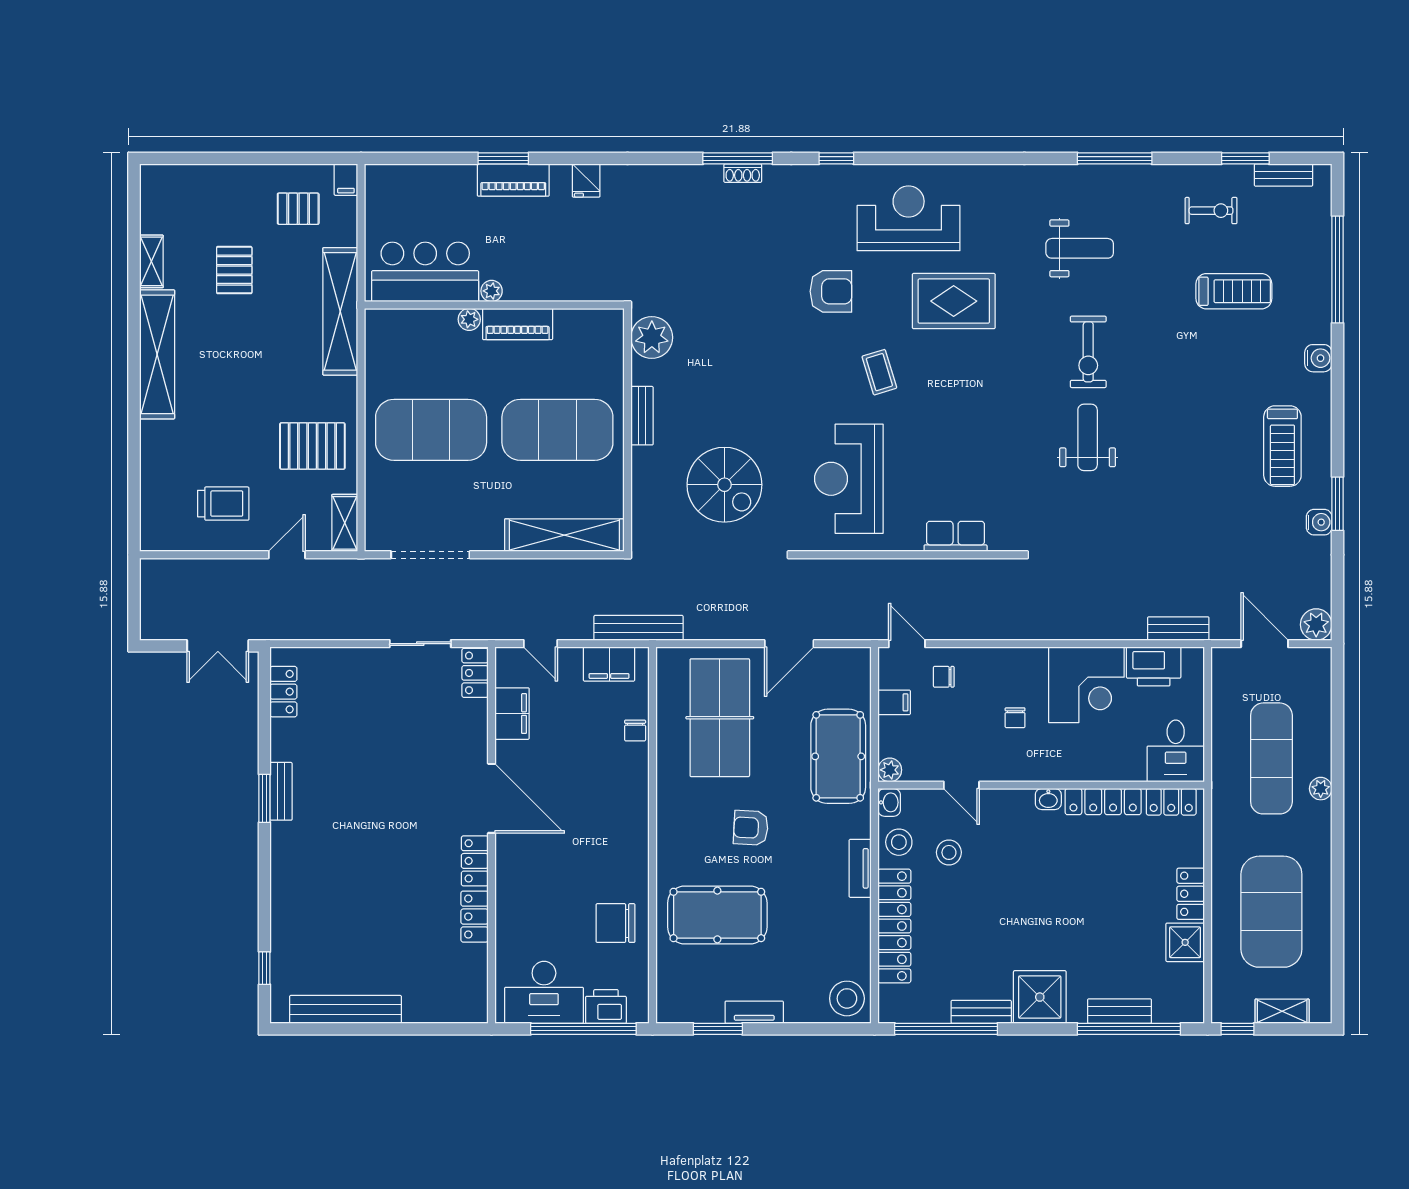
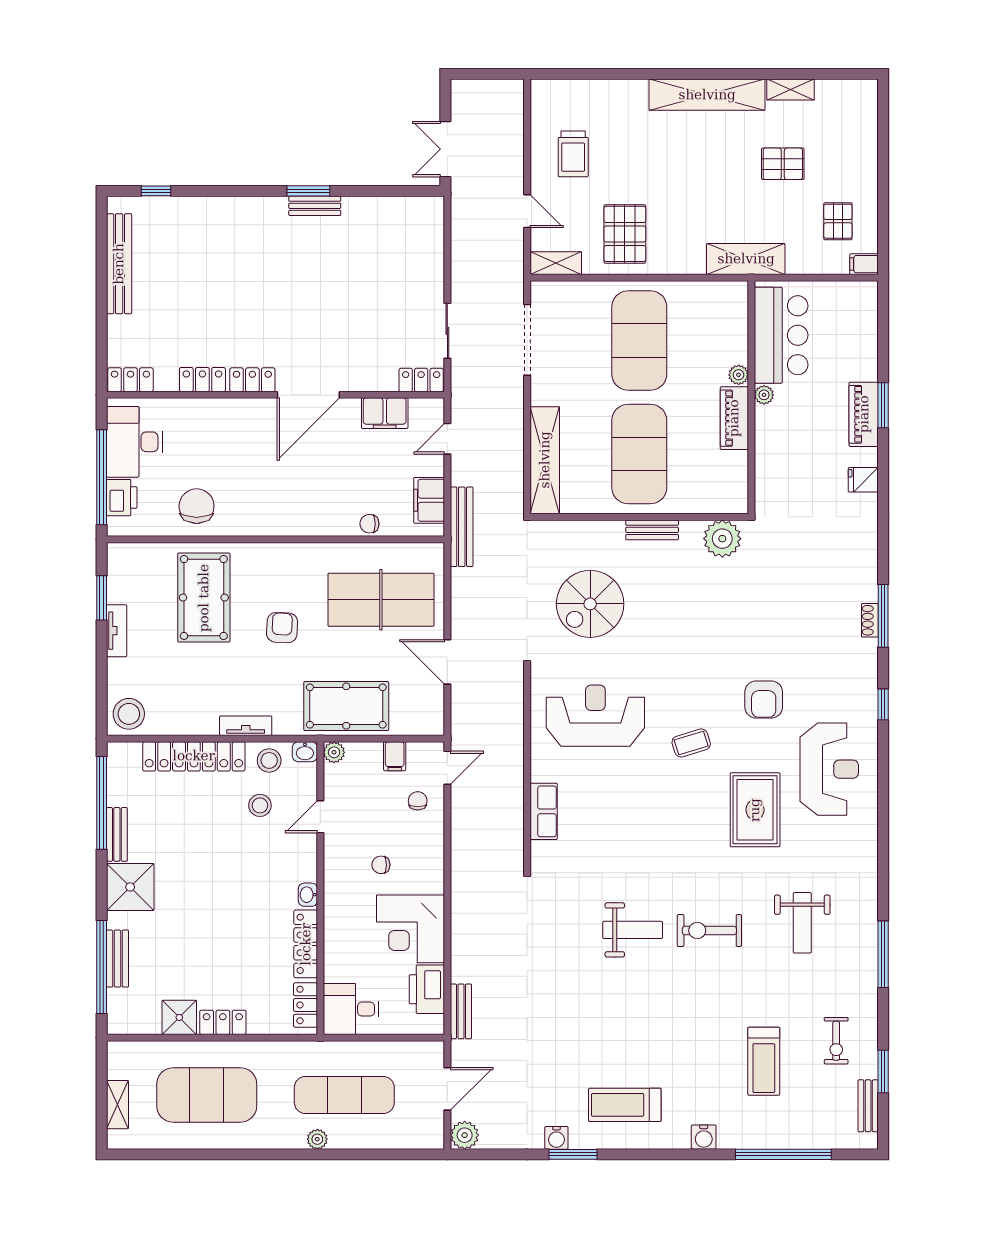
shelving: (340, 311) -> (746, 259), width x0.68
locker: (283, 692) -> (130, 380), moved, turned 180
window: (1237, 1029) -> (102, 1064), removed

